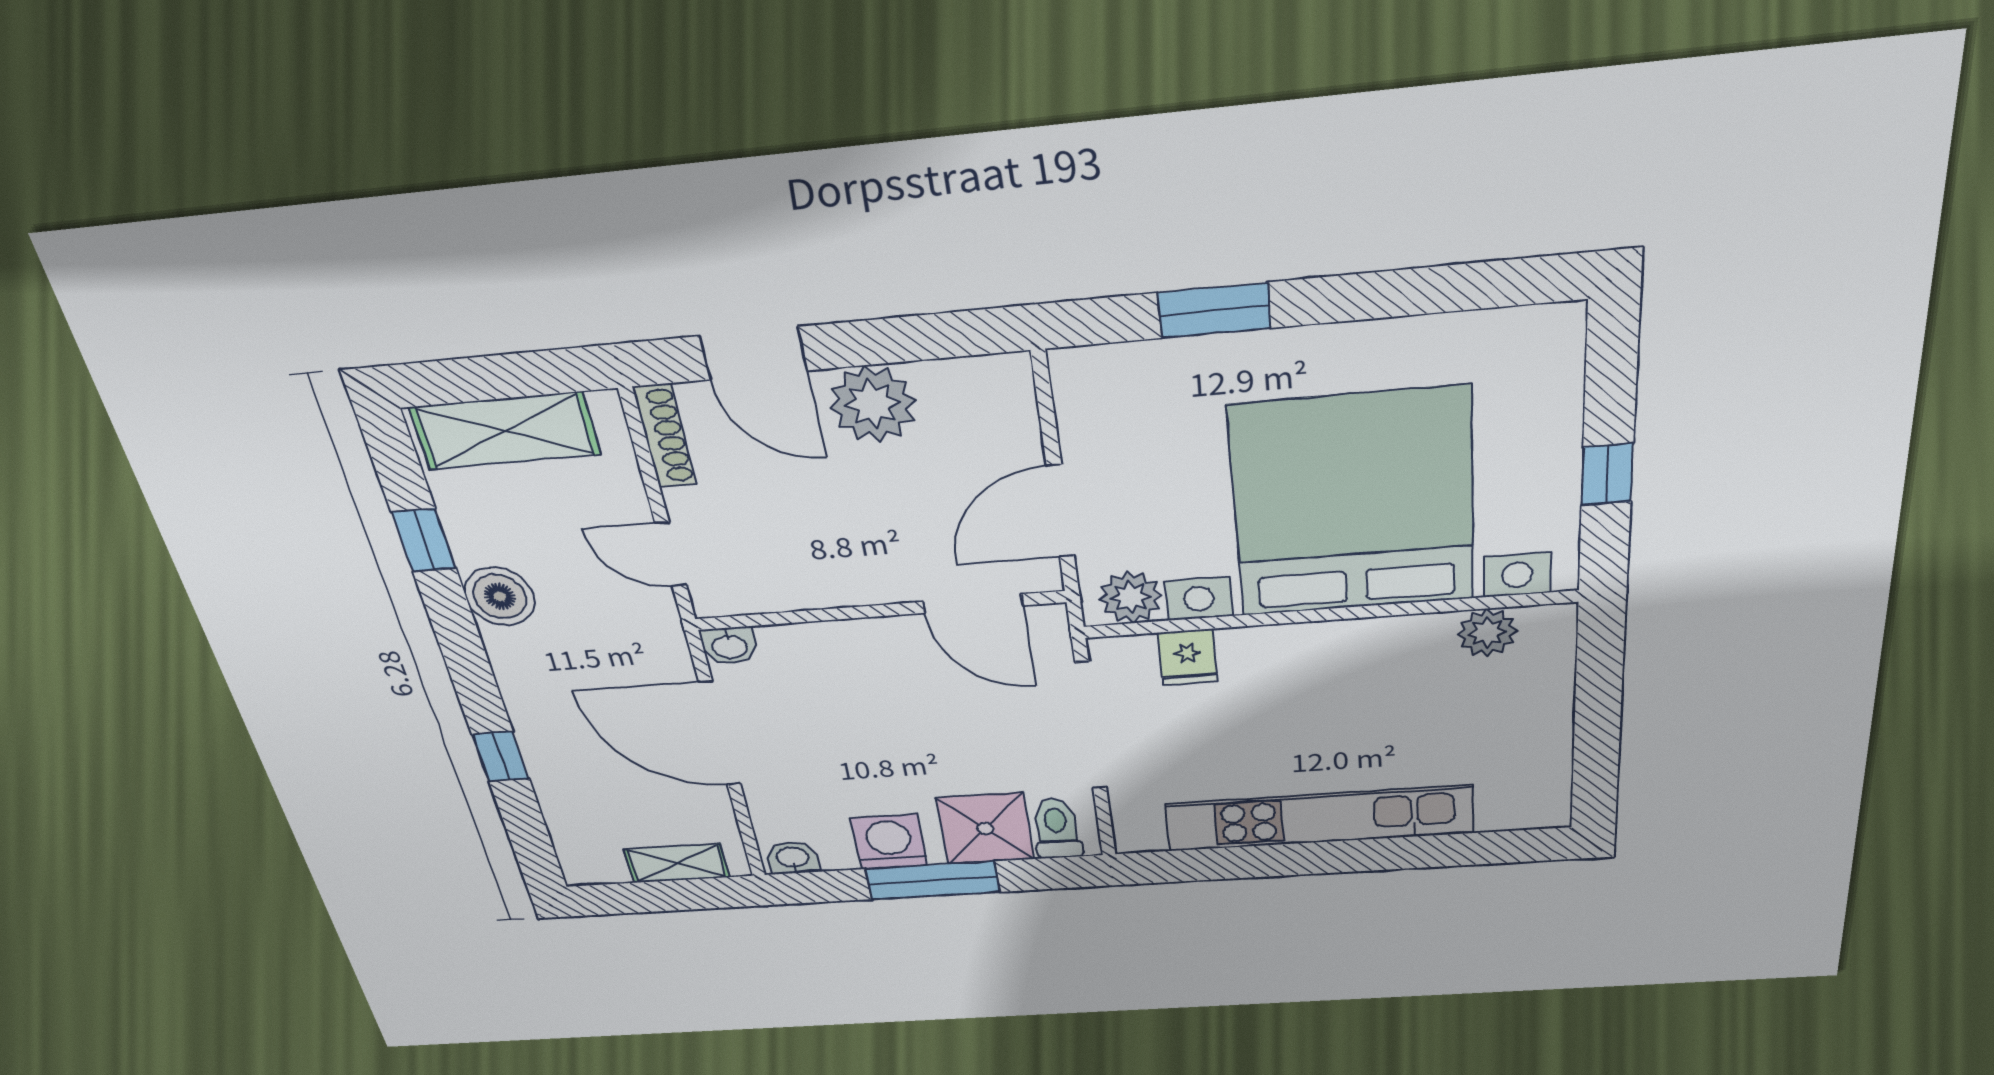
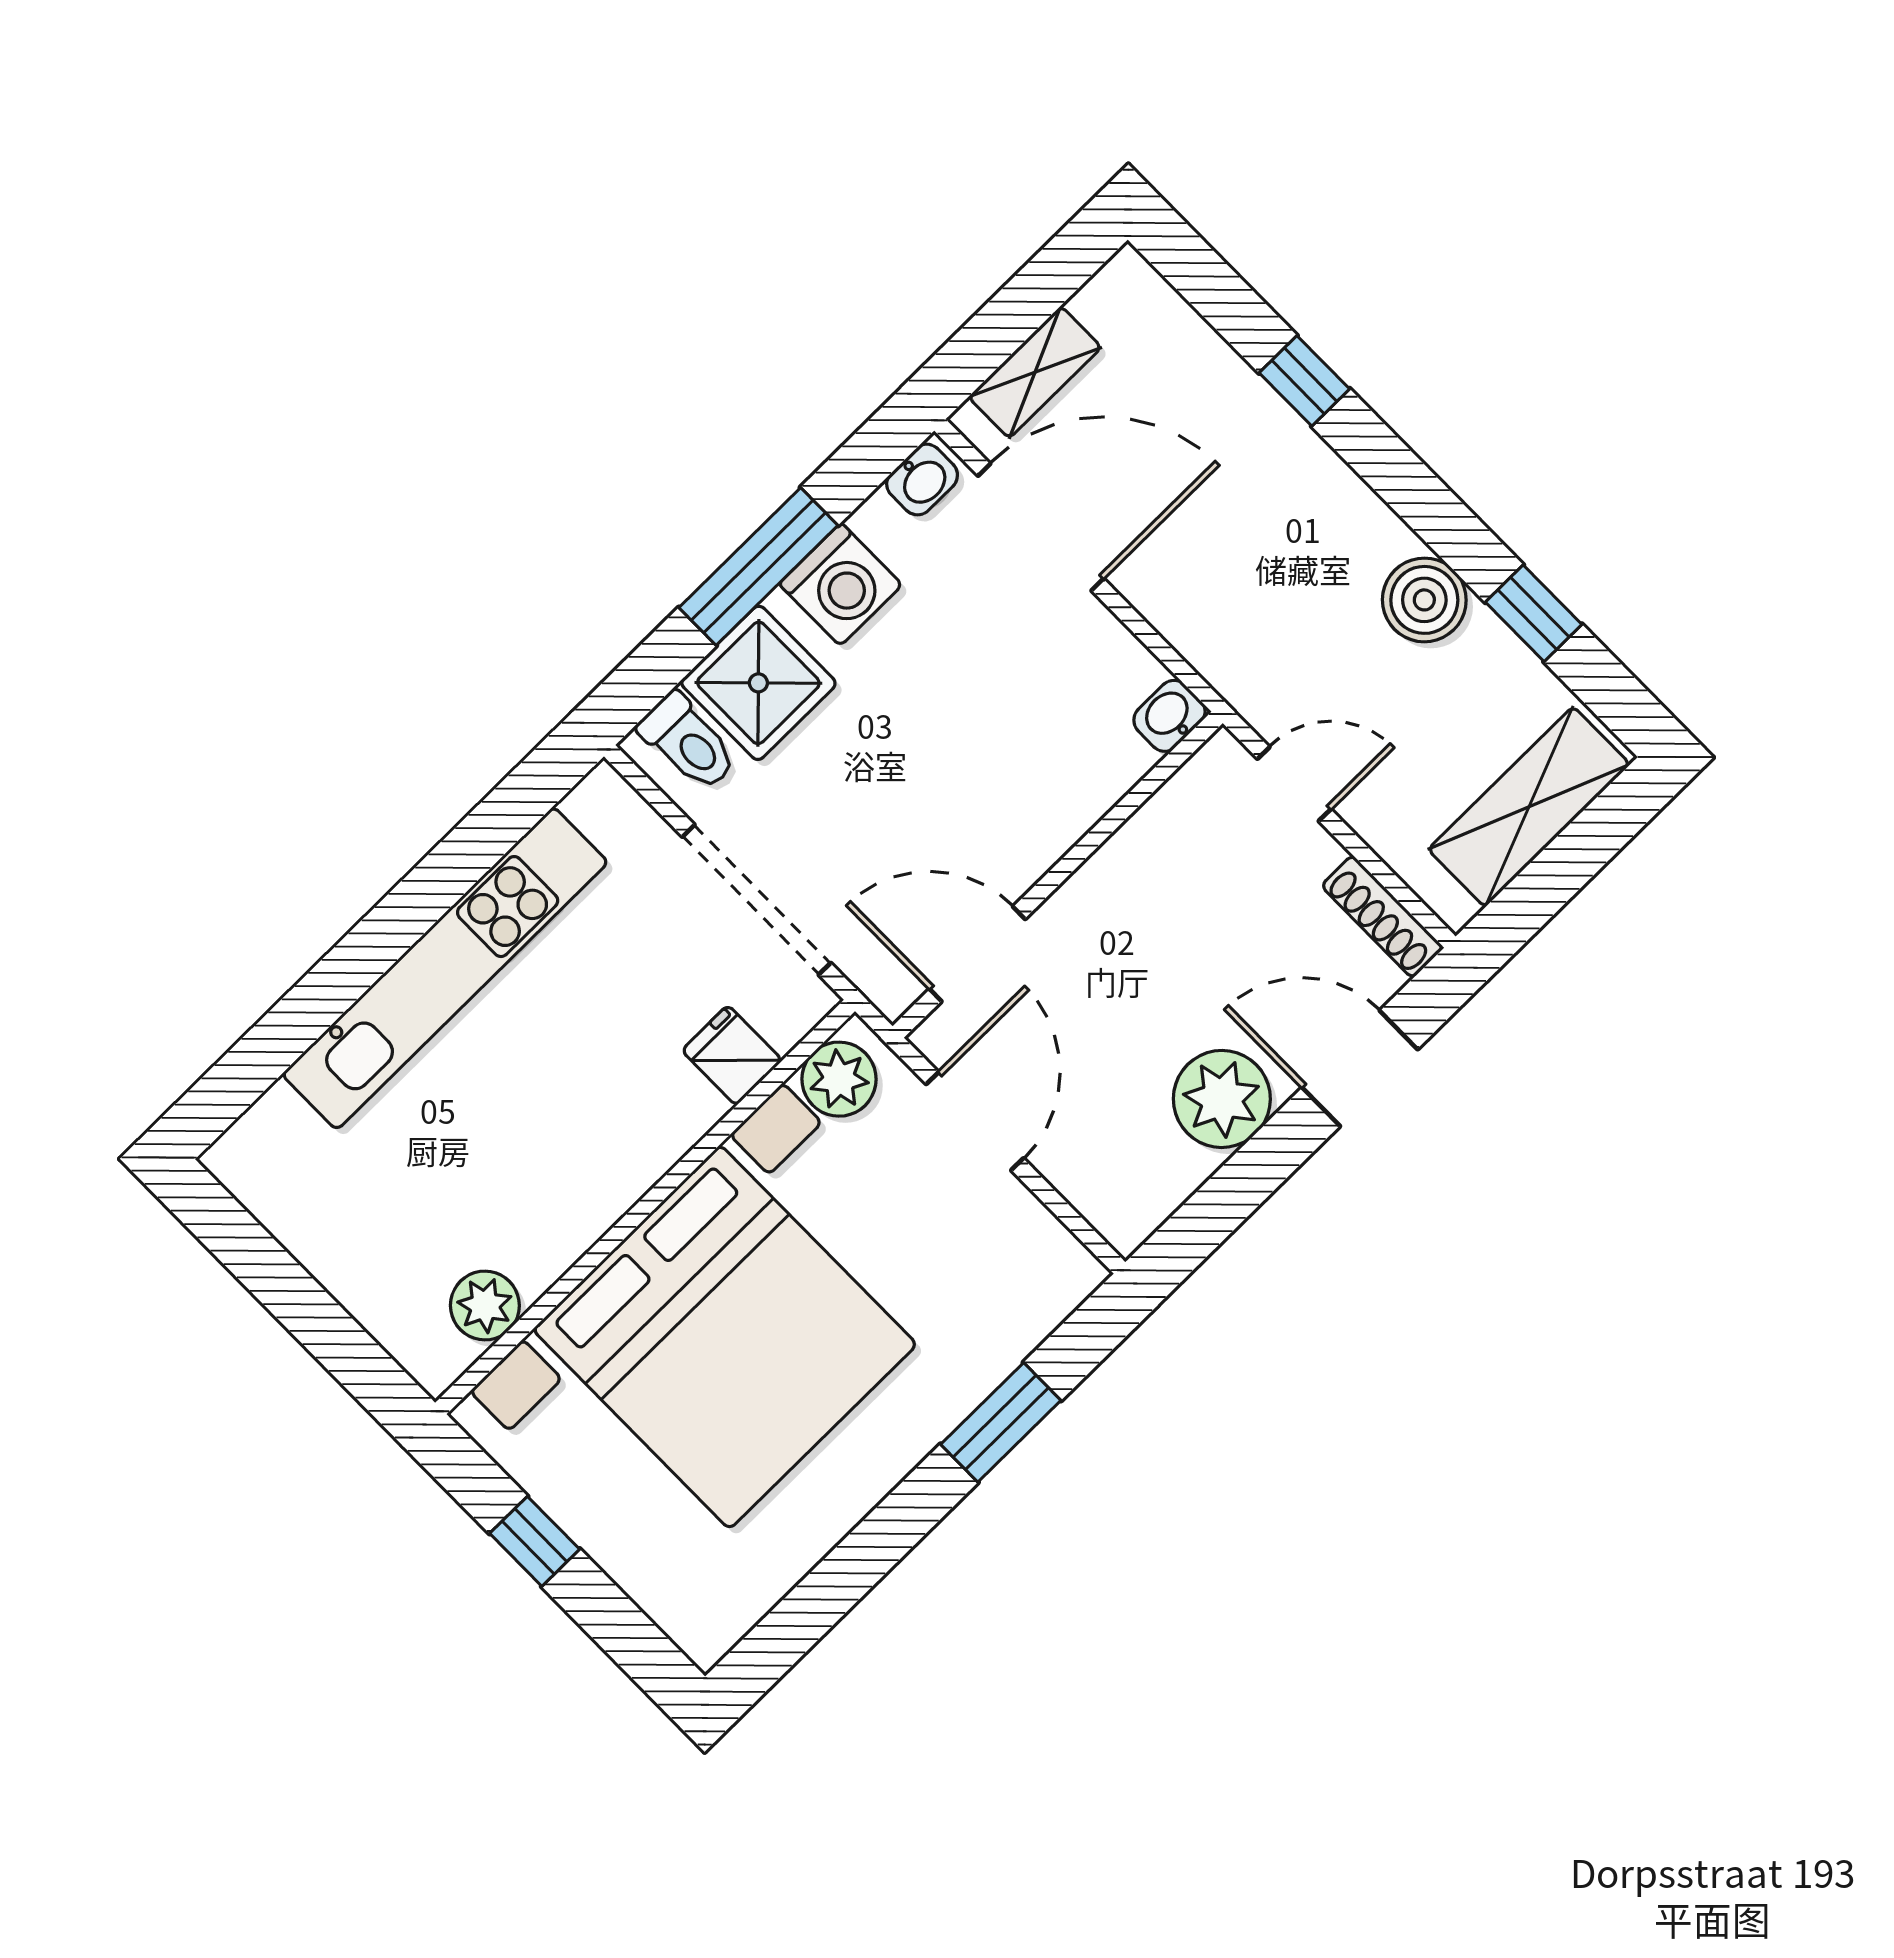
door: (720, 734) -> (1041, 527), moved

